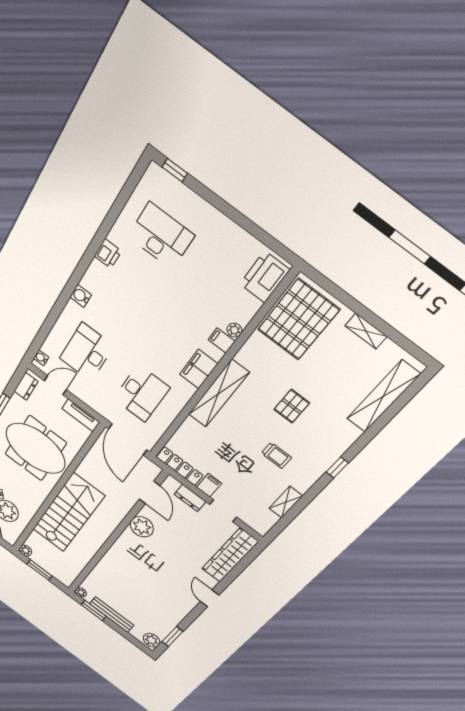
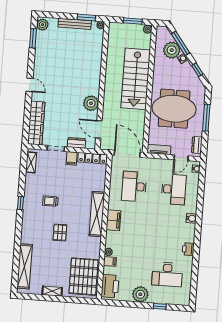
window: (175, 170) -> (160, 306), moved
plant: (223, 232) -> (140, 294), added
filing cabinet: (222, 340) -> (110, 261), moved
window: (337, 467) -> (21, 203), moved
shelving: (286, 502) -> (31, 162), moved

